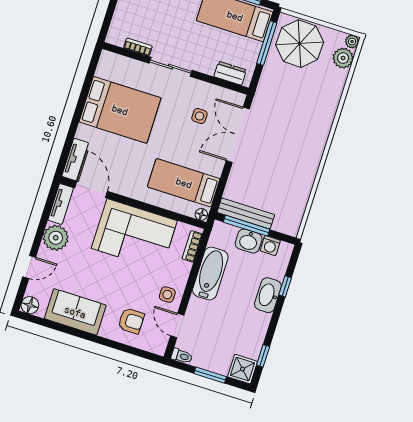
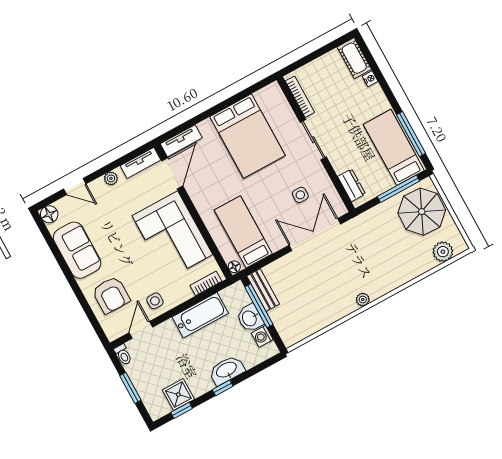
plant: (352, 41) -> (363, 300), moved
bookcase: (138, 47) -> (300, 97), width x1.56
bench: (246, 213) -> (263, 290), width x0.73
plant: (56, 238) -> (111, 178), width x0.53, depth x0.53
window: (285, 286) -> (223, 388), moved
armchair: (131, 321) -> (111, 295), width x1.38, depth x1.38
shower: (243, 369) -> (178, 395), moved

